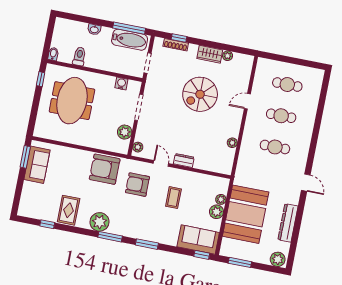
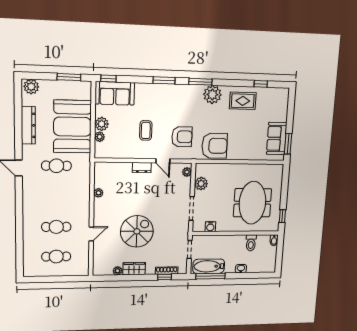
cafe table: (275, 147) -> (56, 166), moved
rug: (69, 210) -> (243, 101), turned 90

